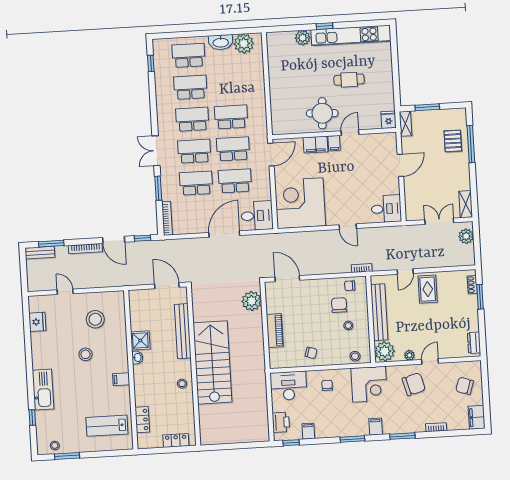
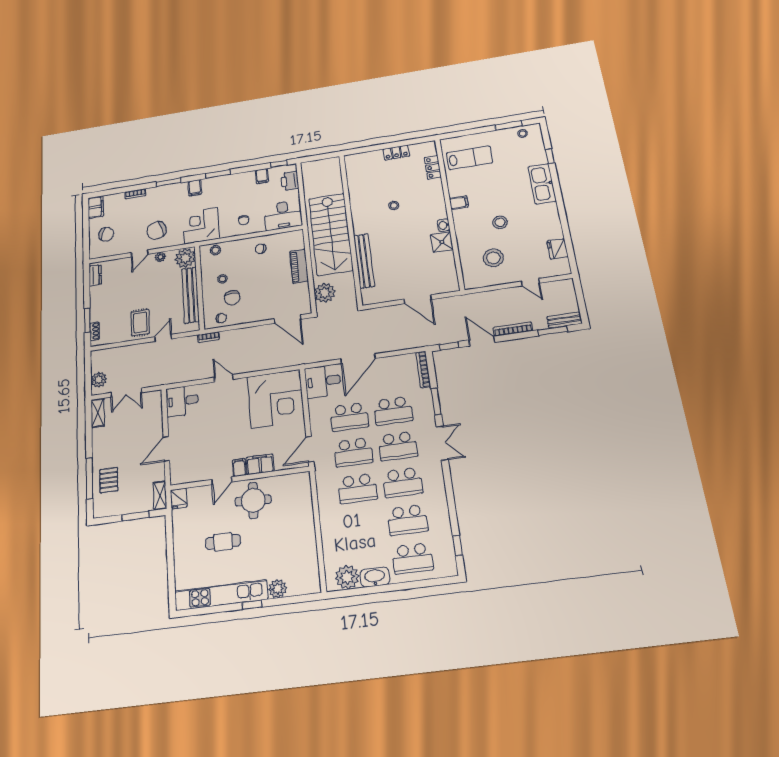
bench: (183, 331) -> (364, 261), moved
stairs: (212, 362) -> (331, 234), moved
wall: (194, 366) -> (350, 229), moved

